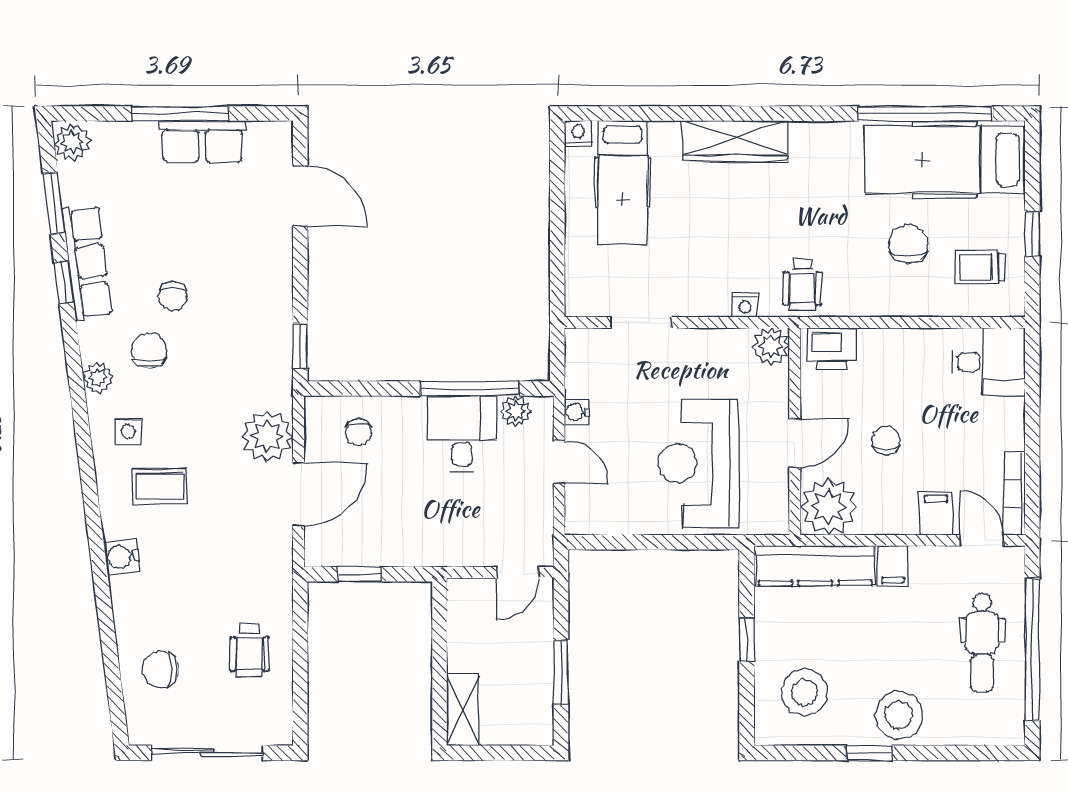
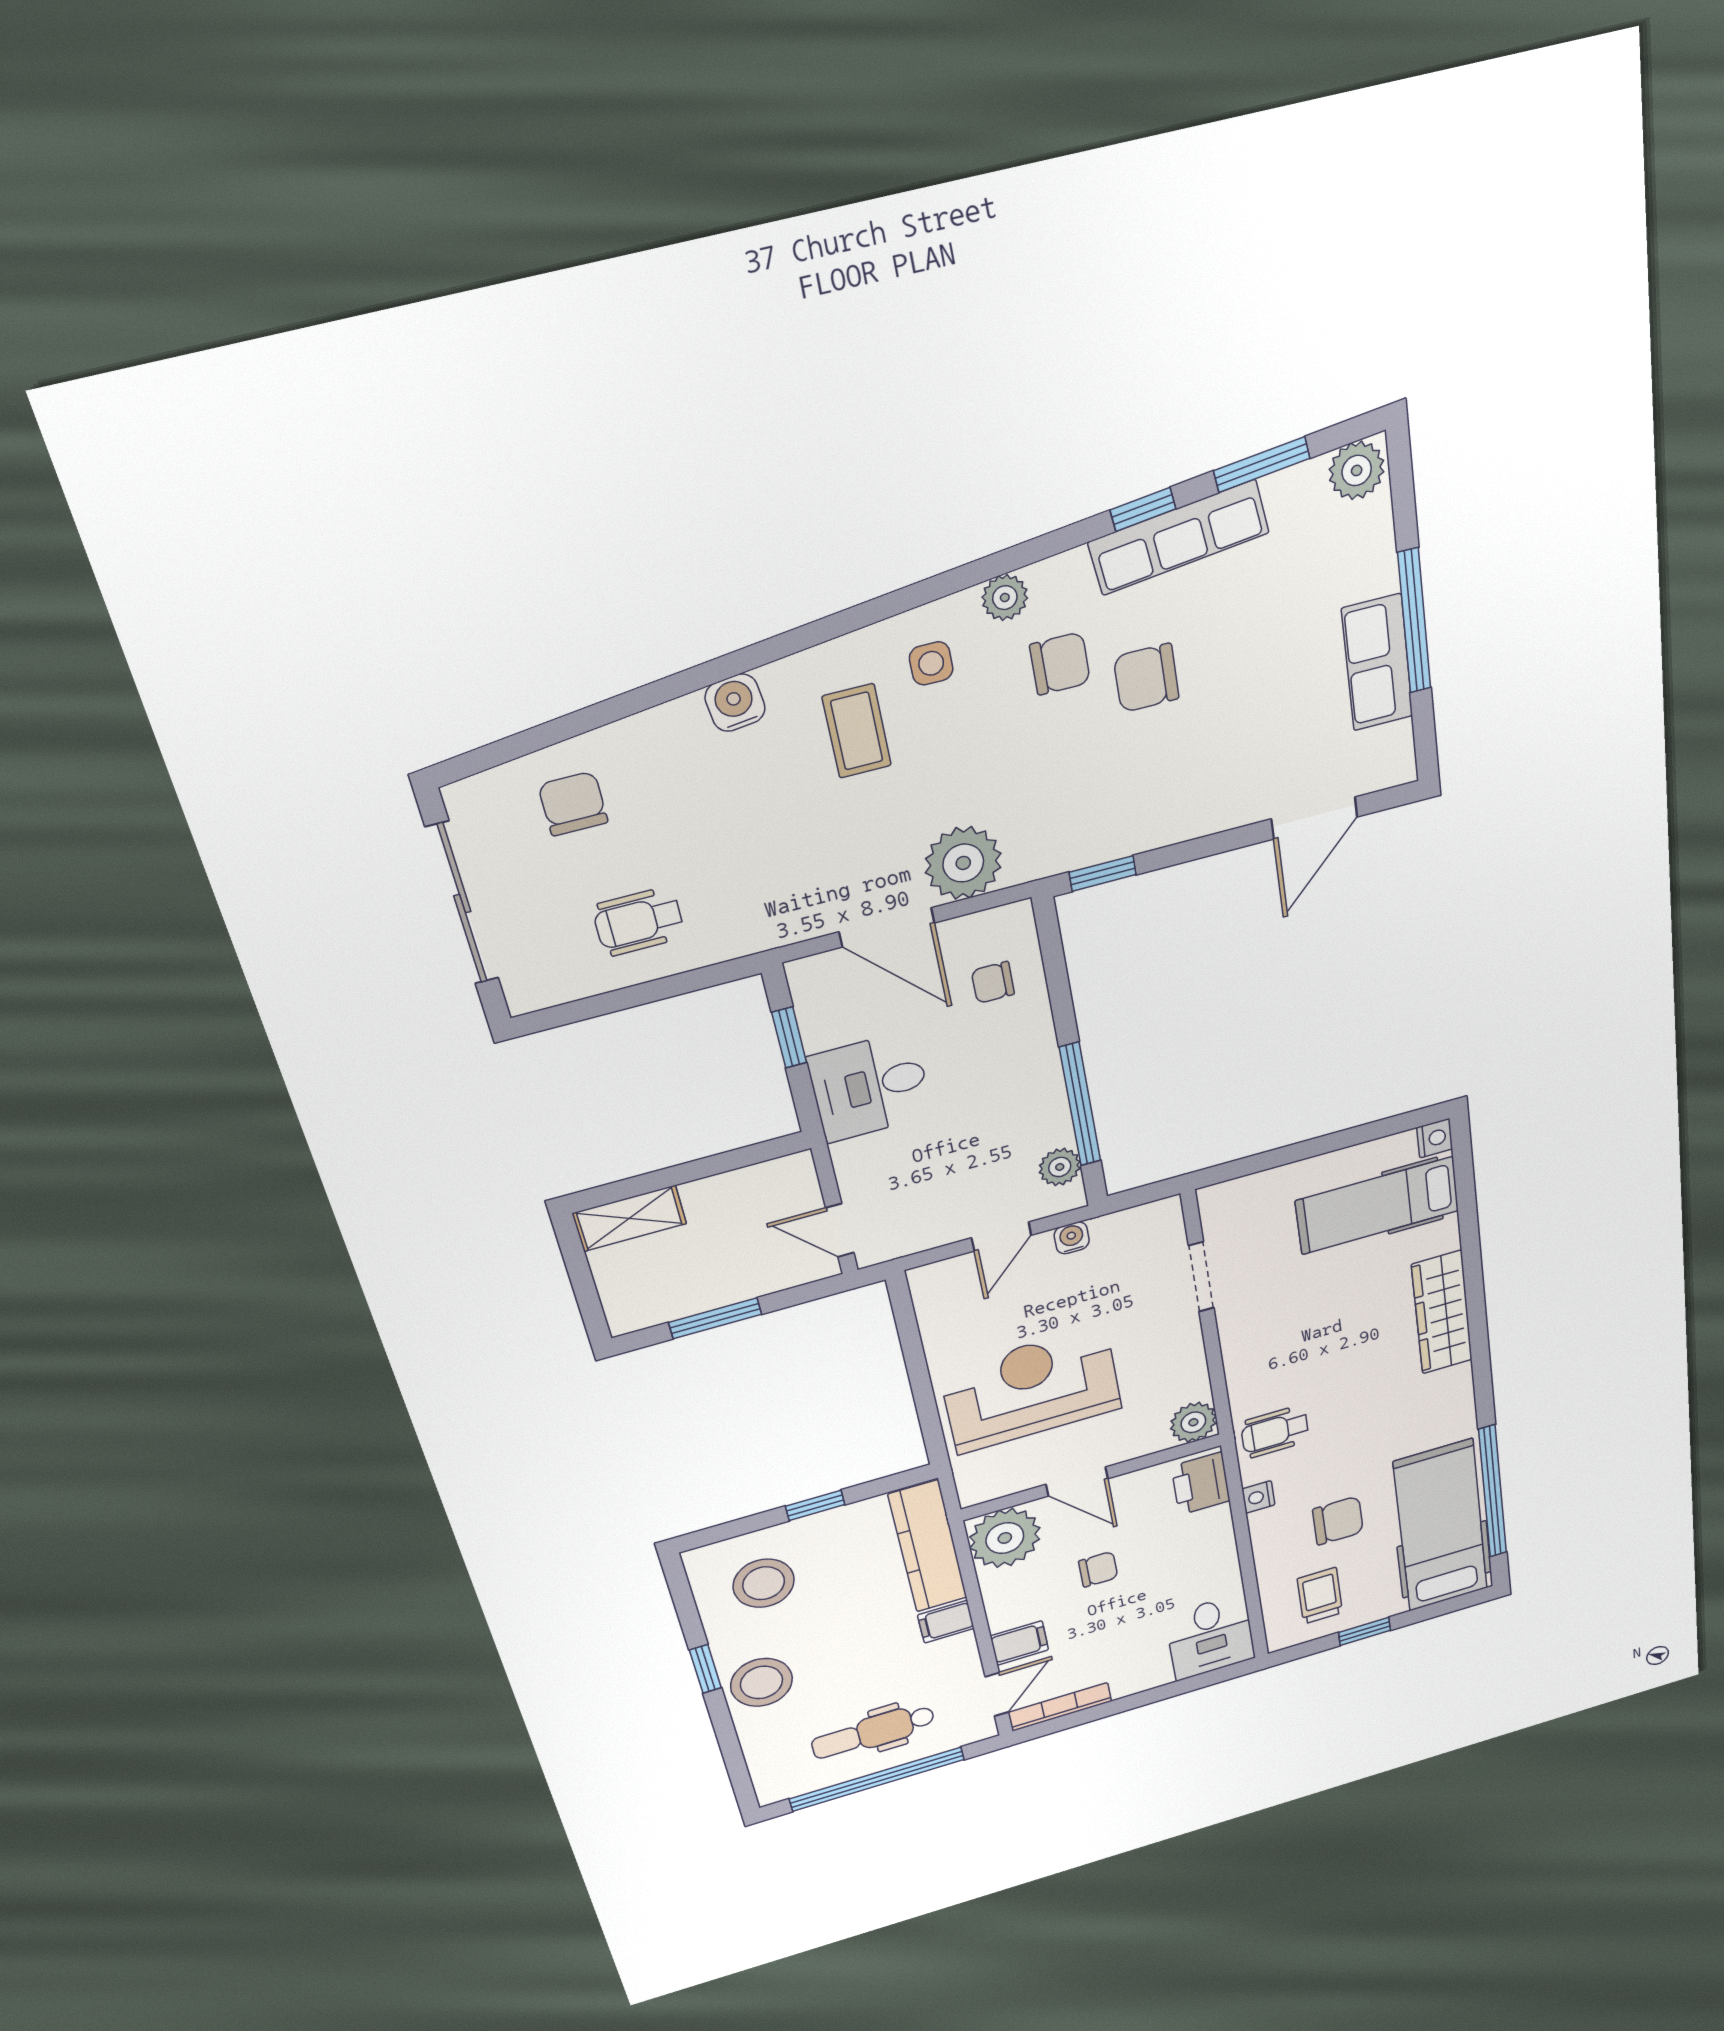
chair: (173, 296) -> (1146, 678), width x1.37, depth x1.37
nightstand: (745, 305) -> (1258, 1497), moved
desk: (462, 434) -> (870, 1086), moved, turned 180

